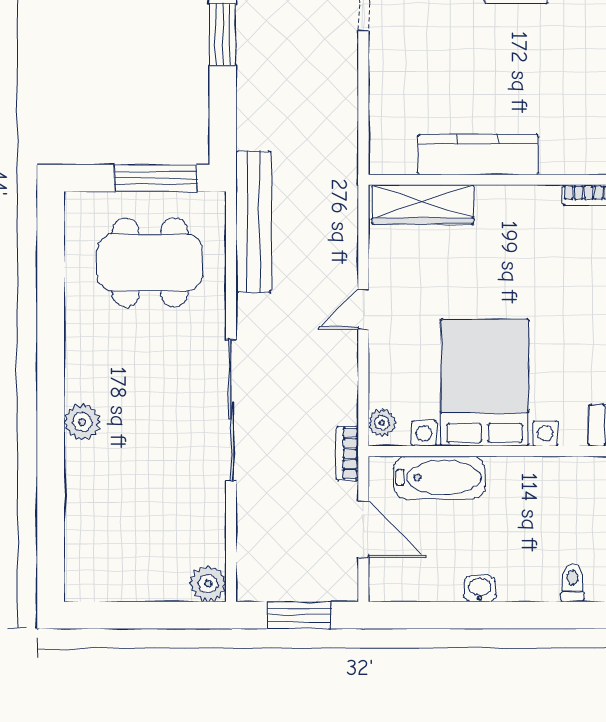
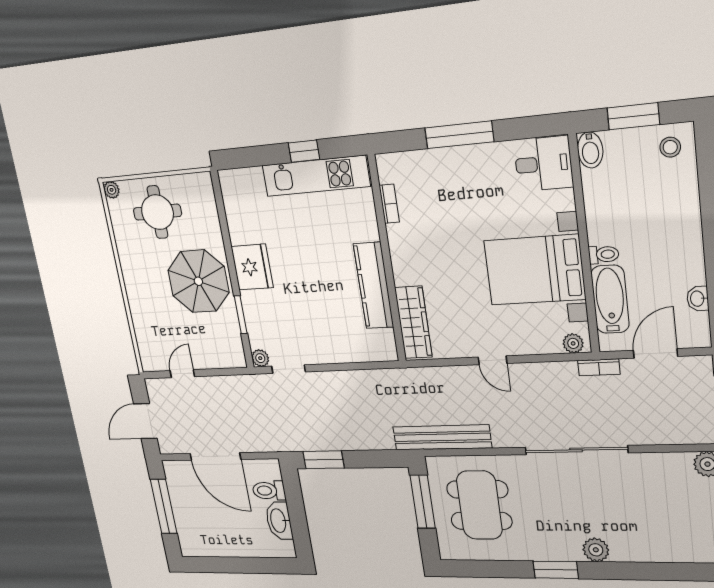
window: (51, 361) -> (556, 570), added
toilet: (572, 583) -> (604, 254), moved, turned 180
washbasin: (480, 589) -> (698, 299), moved

